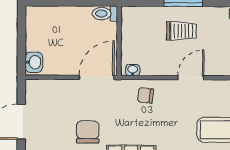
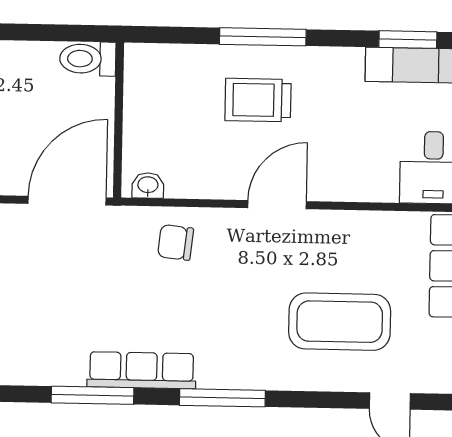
trolley: (181, 31) -> (258, 100), turned 180
chair: (88, 132) -> (45, 322), removed

